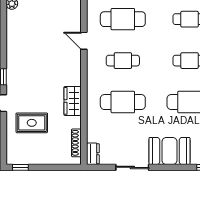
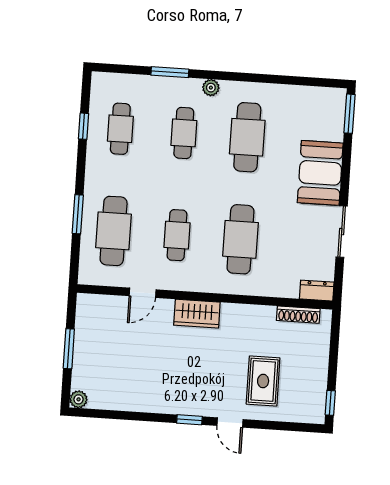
wardrobe: (73, 101) -> (197, 314), moved

